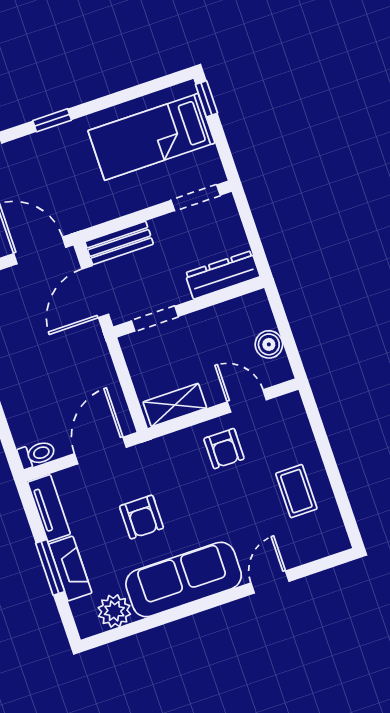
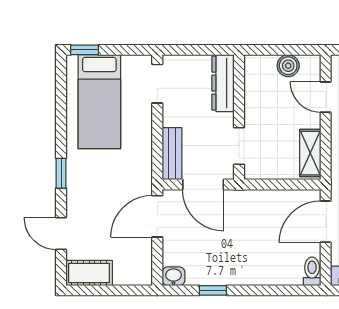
door: (247, 401) -> (326, 97), hinge flipped
door: (100, 450) -> (326, 222), hinge flipped

